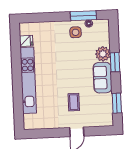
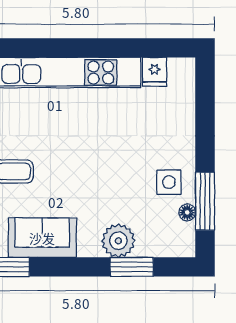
window: (115, 62) -> (132, 267), moved
sofa: (103, 78) -> (42, 238), moved

